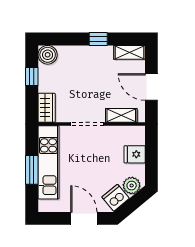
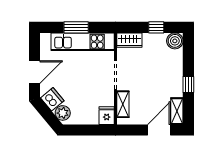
door: (151, 87) -> (159, 130), moved
fridge: (135, 154) -> (107, 116), moved

